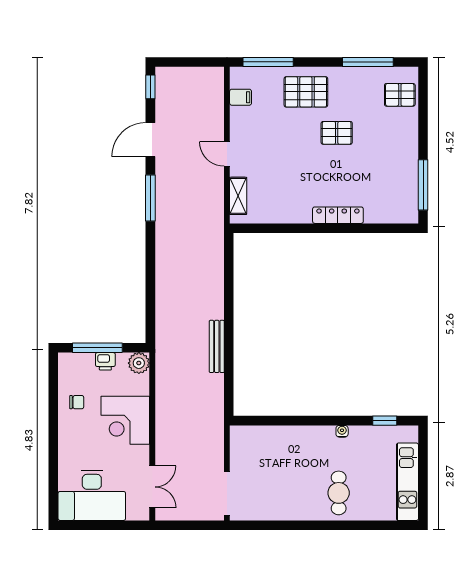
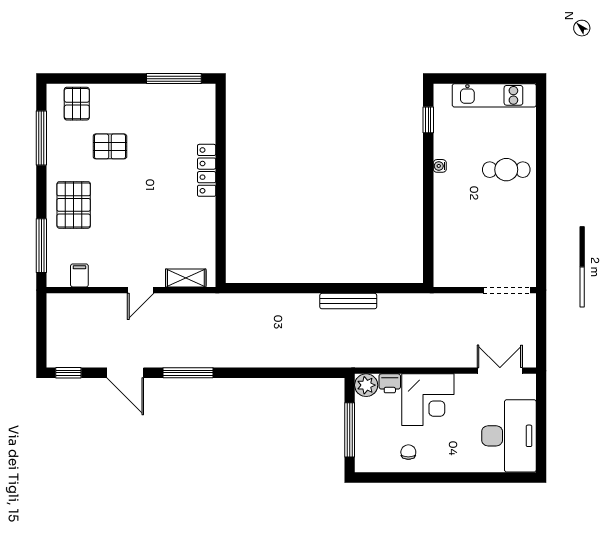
pallet: (337, 133) -> (110, 146), moved, turned 90
printer: (105, 361) -> (390, 383), moved, turned 90

